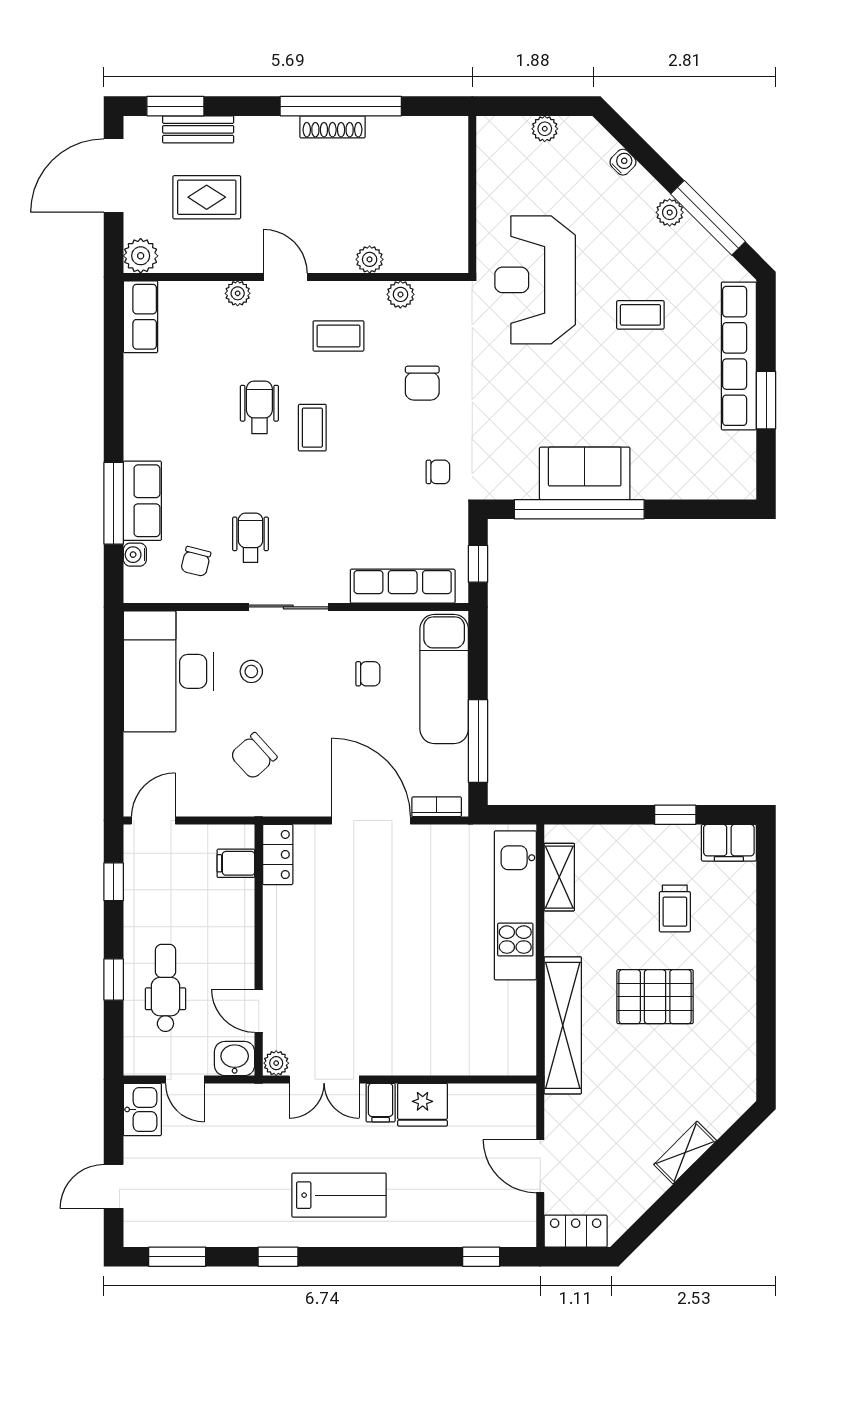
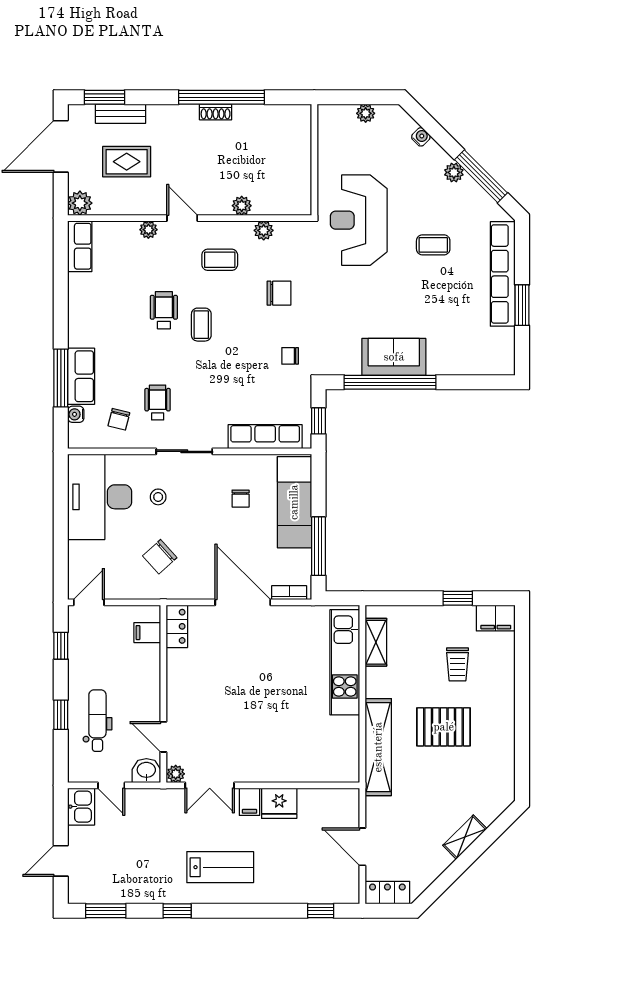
shoe rack: (333, 127) -> (216, 112), width x0.70
chair: (422, 383) -> (279, 293), turned -90
chair: (438, 472) -> (290, 356), turned 180
chair: (368, 674) -> (241, 499), turned 90

